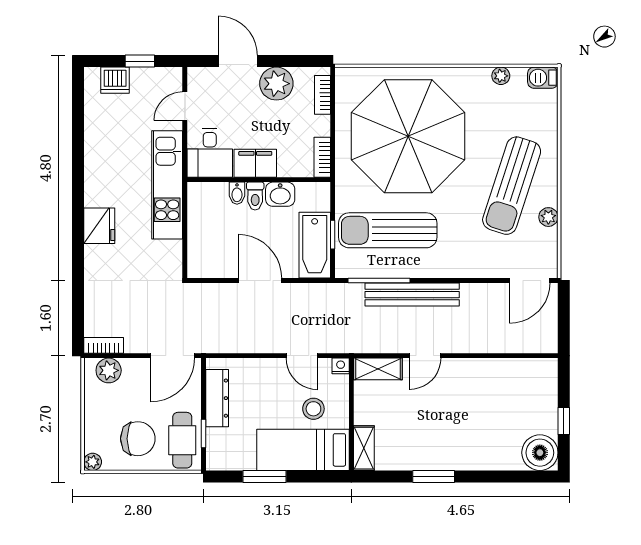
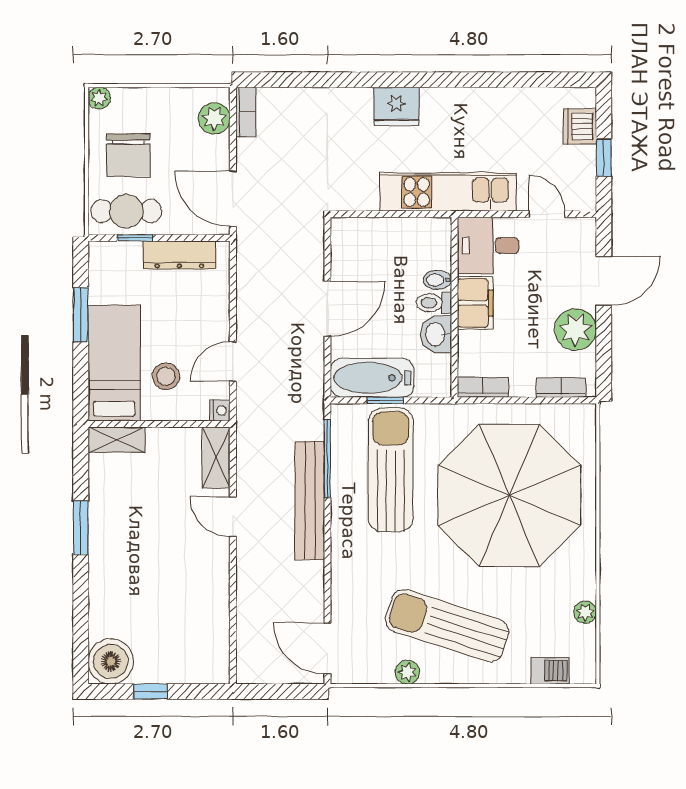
barbecue: (543, 78) -> (550, 671), moved, turned 90

